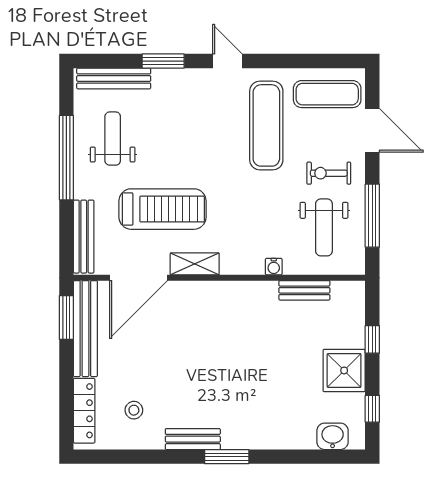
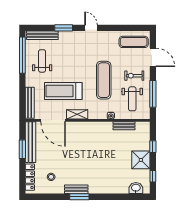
exercise mat: (266, 125) -> (104, 80), moved
window: (66, 158) -> (22, 55), moved
treadmill: (162, 209) -> (63, 91), turned 180
door: (139, 278) -> (53, 120), hinge flipped
window: (66, 317) -> (22, 149), moved
window: (227, 457) -> (79, 197), moved

